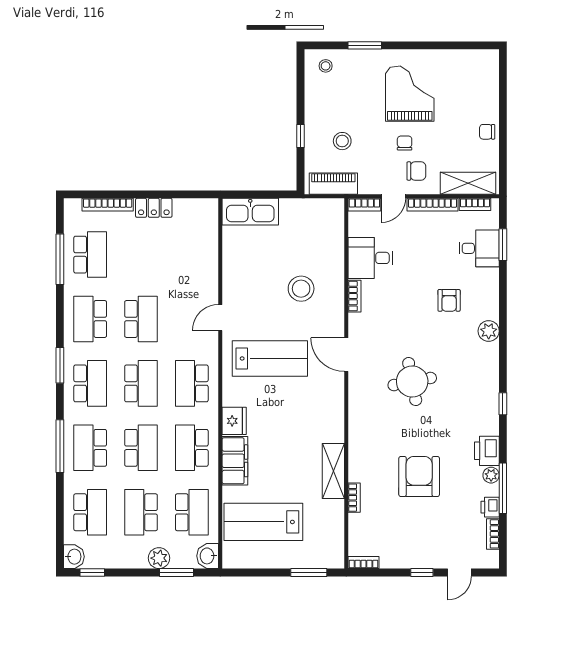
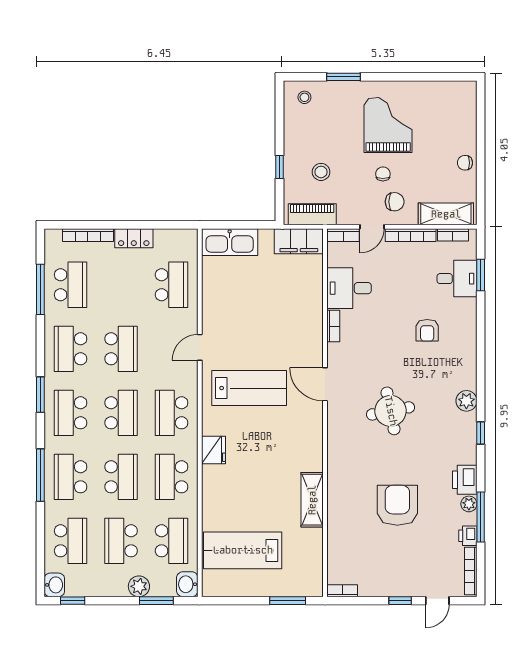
school desk: (192, 255) -> (172, 285), added
stool: (301, 289) -> (280, 319), removed
plant: (489, 331) -> (466, 401), moved
school desk: (90, 383) -> (71, 413), turned 180
filing cabinet: (235, 461) -> (299, 241), moved, turned 90
bookcase: (354, 498) -> (333, 526), removed
bookcase: (493, 534) -> (471, 571), width x1.56

